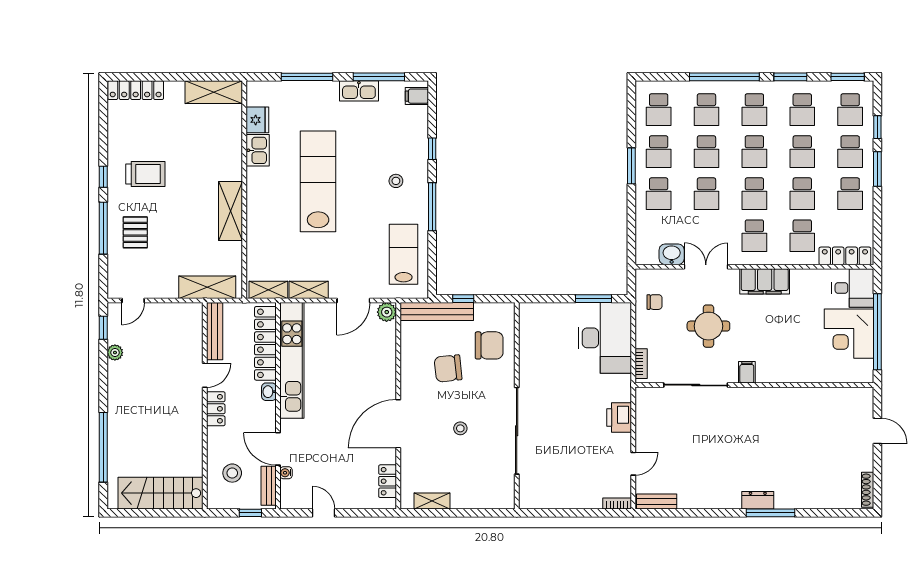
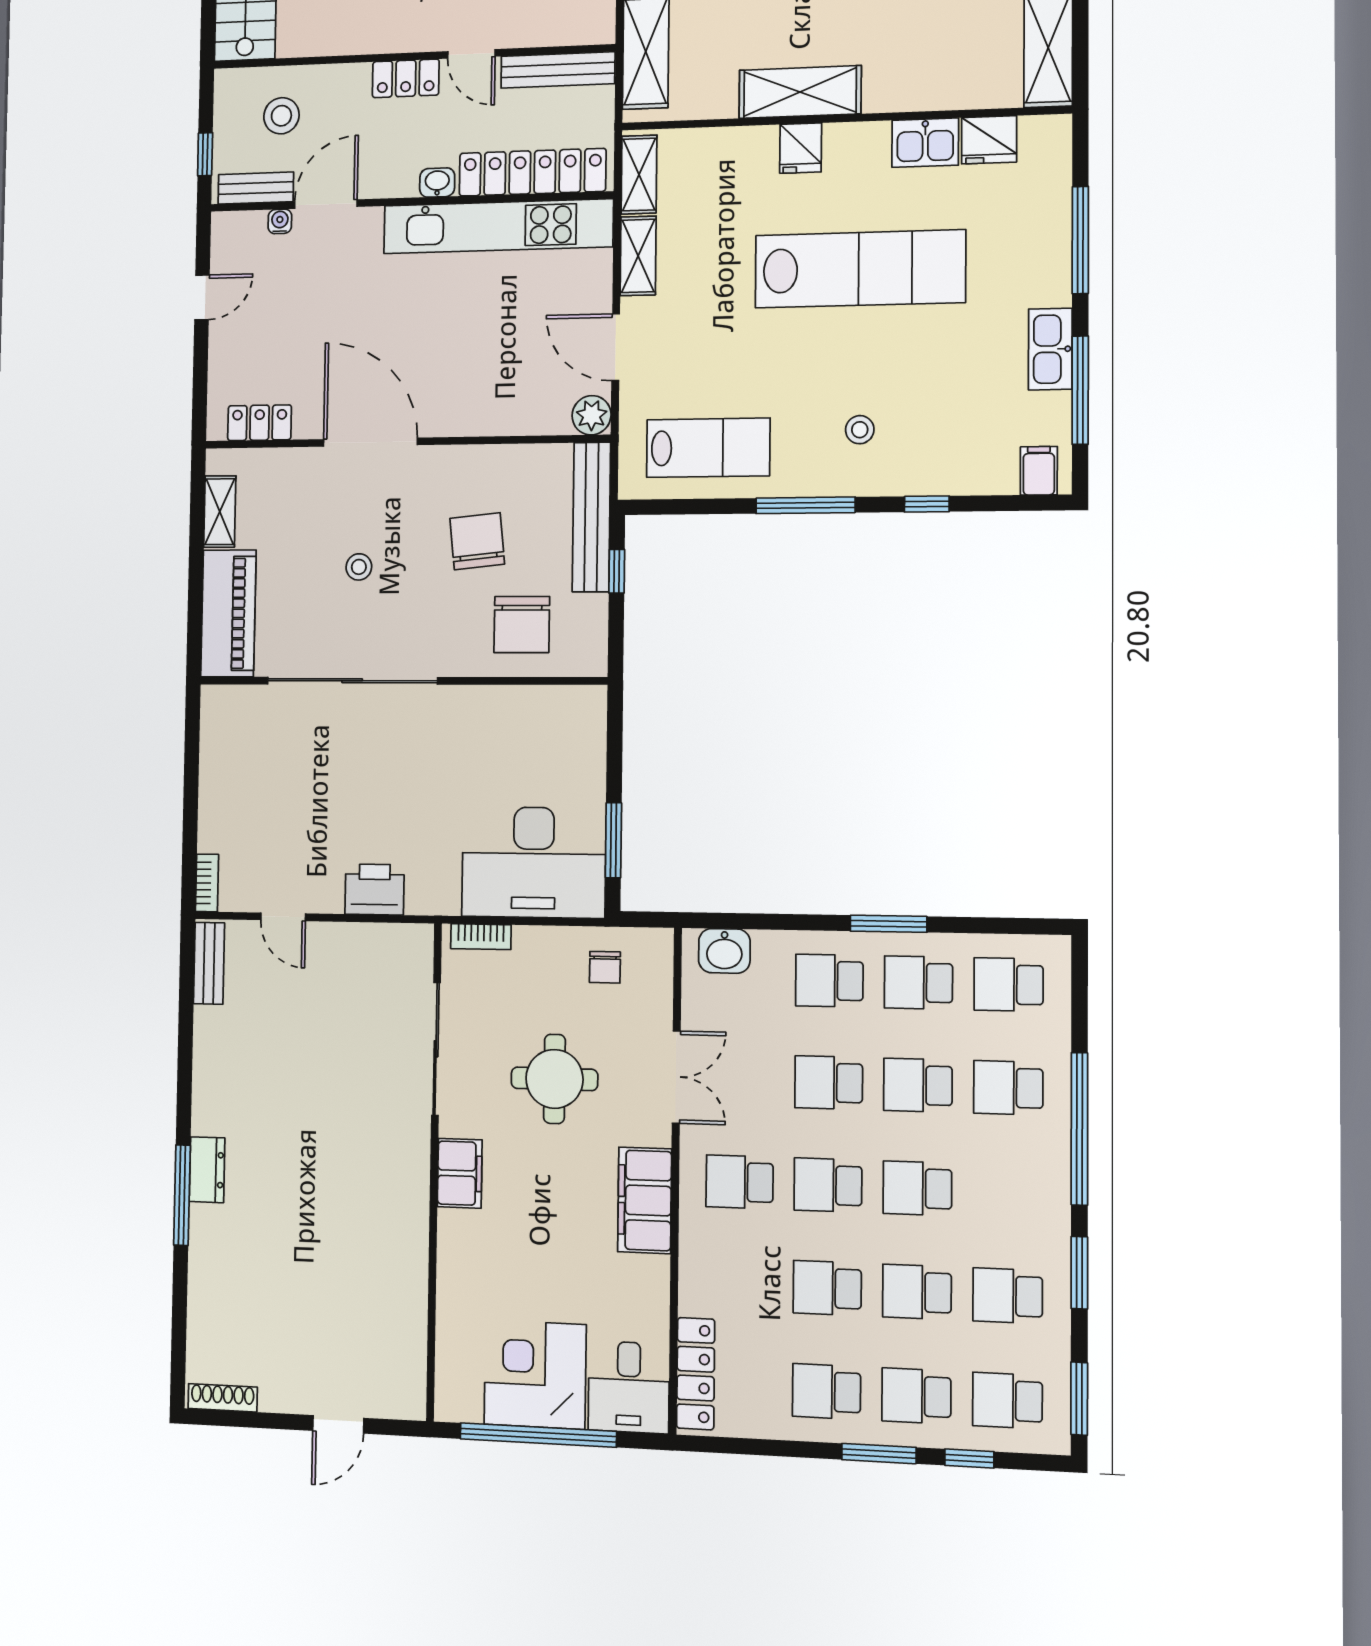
school desk: (754, 110) -> (1008, 1192), removed
fridge: (258, 210) -> (801, 148), added
school desk: (802, 236) -> (739, 1284), removed
washbasin: (672, 254) -> (724, 951), moved, turned 90
filing cabinet: (747, 372) -> (460, 1173), width x2.00
piano: (483, 495) -> (228, 613), added

